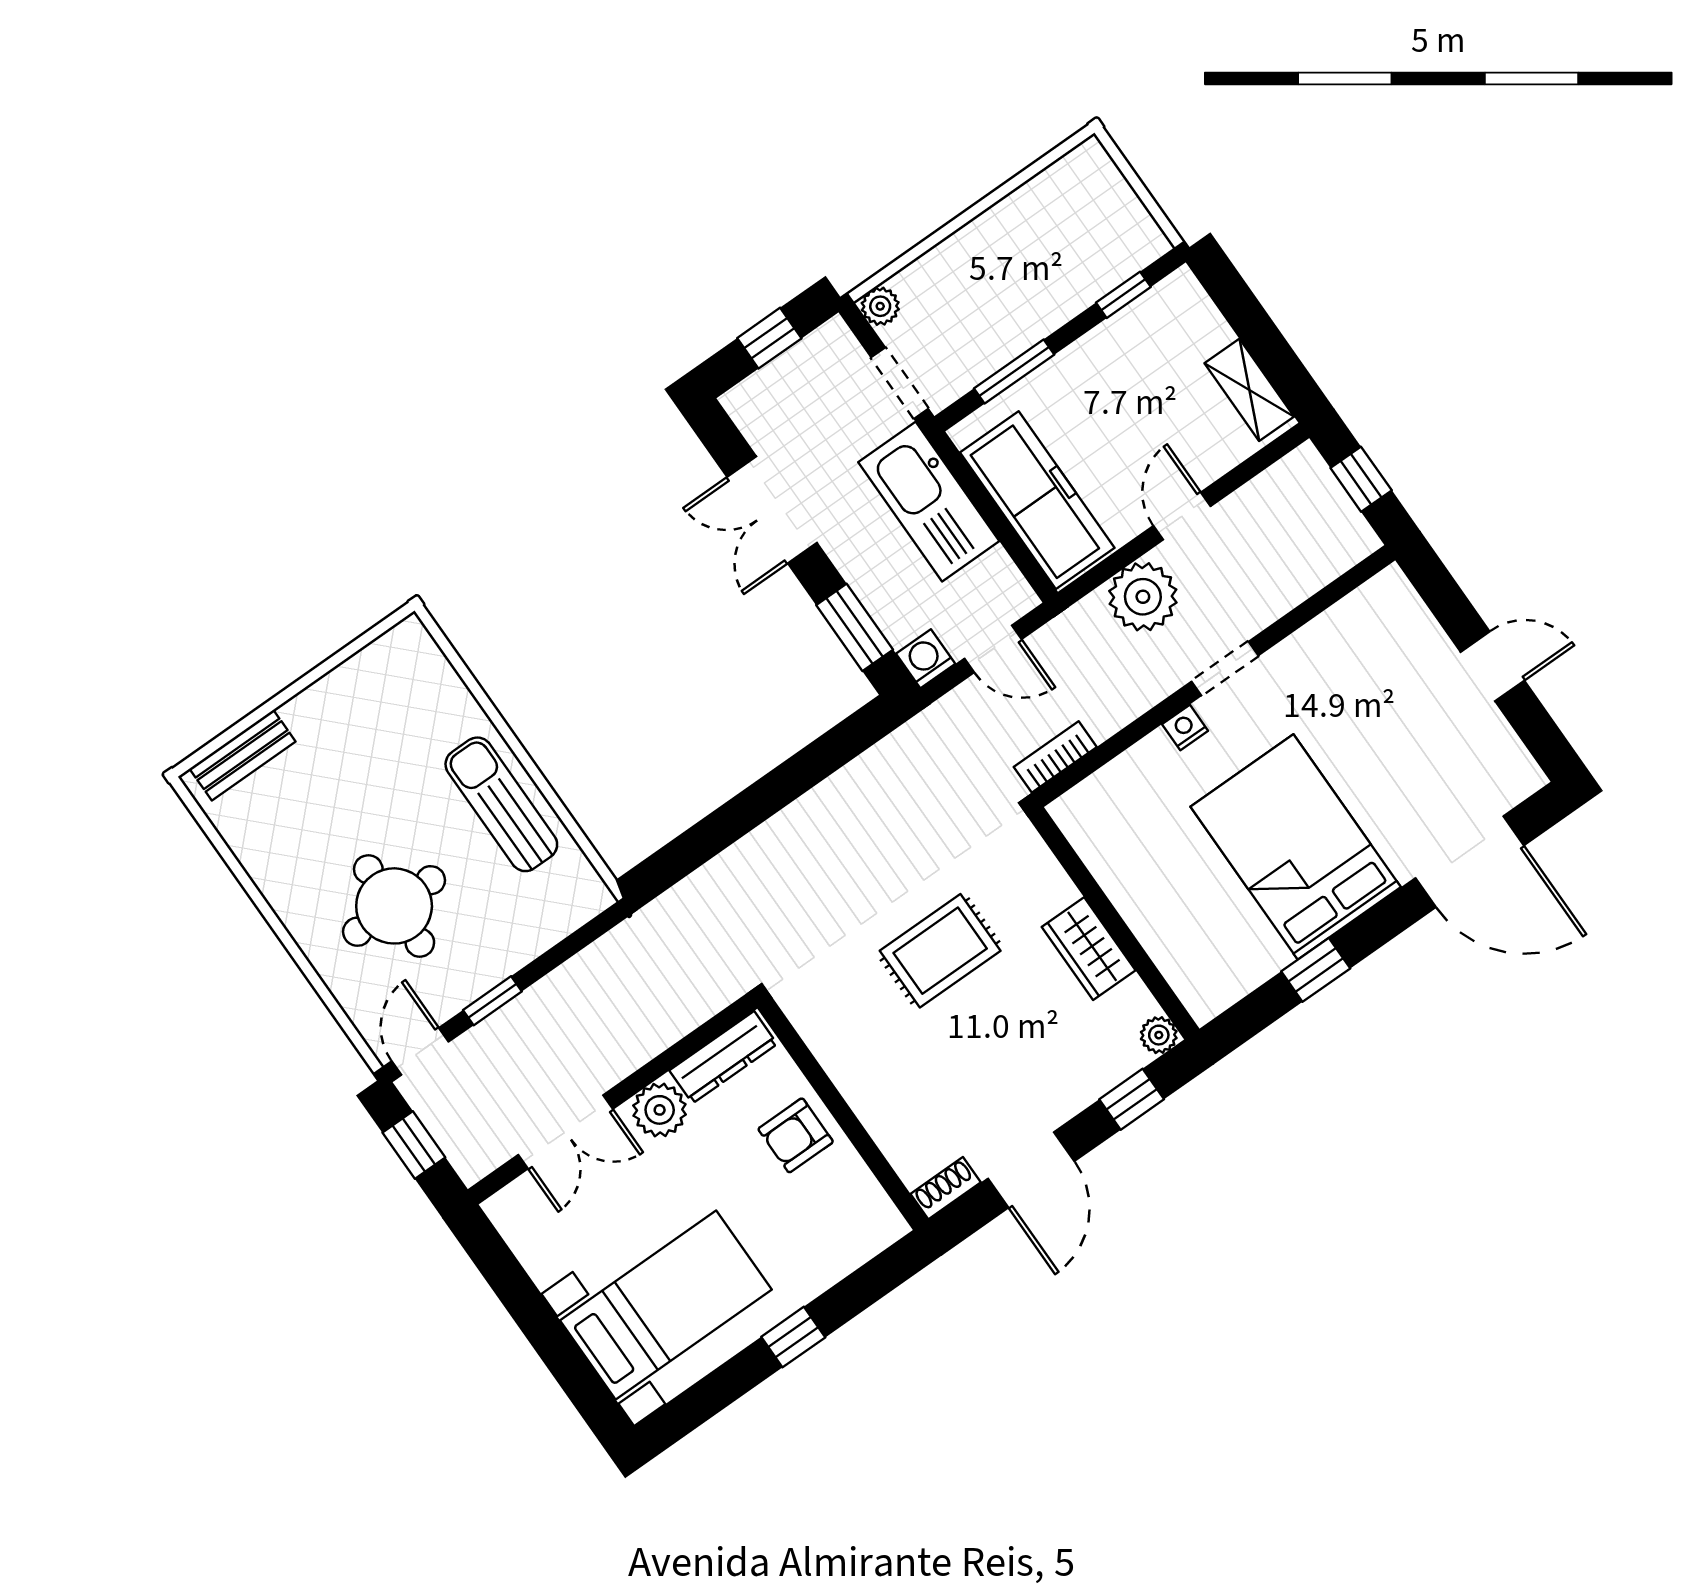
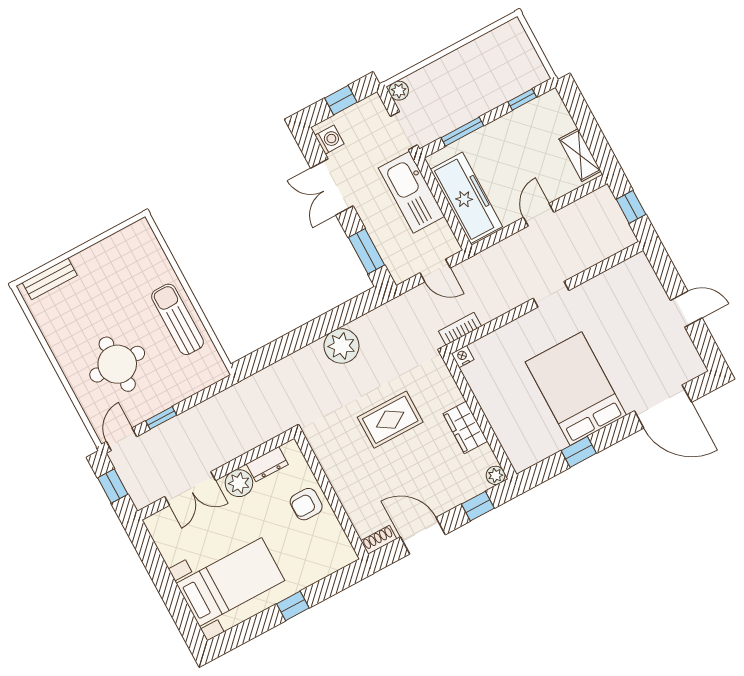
plant: (1143, 597) -> (341, 346), moved
washing machine: (926, 659) -> (329, 140), moved, turned 90
nightstand: (1185, 727) -> (463, 356), moved
dresser: (723, 1057) -> (267, 464), width x0.70
door: (1031, 1170) -> (423, 536), swing flipped

